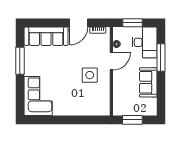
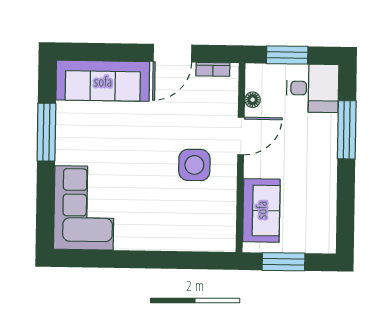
desk: (145, 42) -> (313, 88), width x0.73
sofa: (148, 82) -> (261, 210), moved, turned 180

